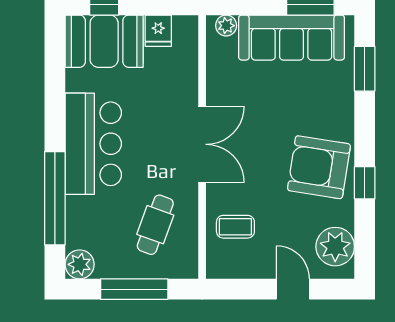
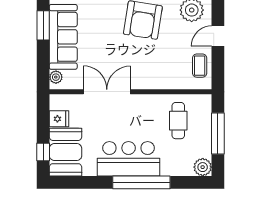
double door: (202, 144) -> (107, 92), moved
window: (55, 198) -> (141, 182), moved
cafe table: (155, 225) -> (178, 121), turned 70
coffee table: (235, 227) -> (200, 66), moved

